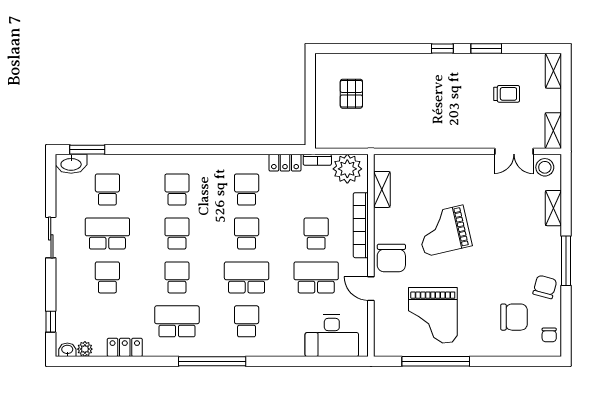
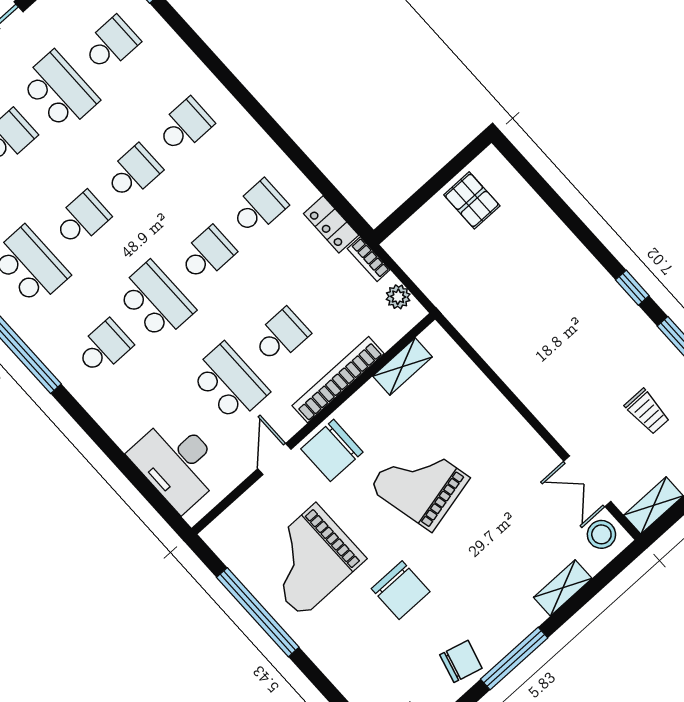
pallet: (351, 94) -> (472, 200), moved, turned 90
plant: (347, 169) -> (398, 297), width x0.53, depth x0.53
chair: (514, 317) -> (401, 590), moved

